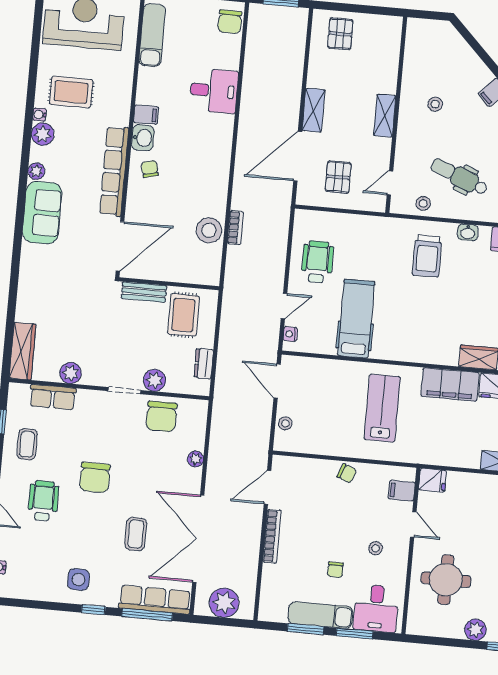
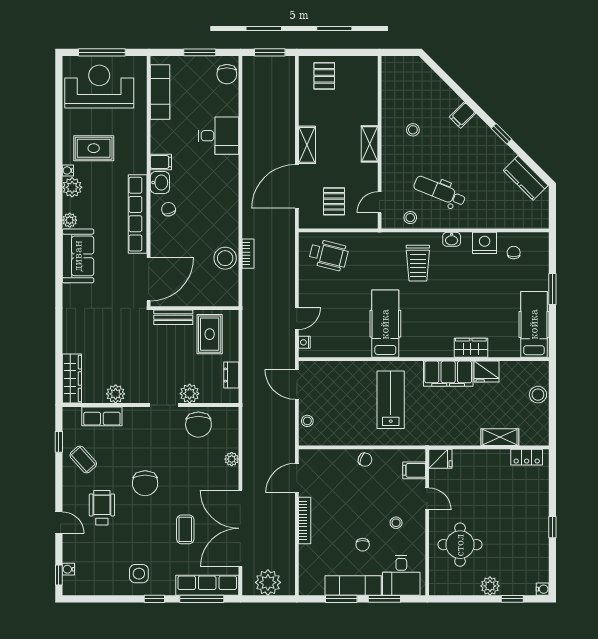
wheelchair: (317, 262) -> (329, 255), moved, turned 104
hospital bed: (356, 319) -> (385, 324), moved
coffee table: (27, 444) -> (83, 460), turned -42

